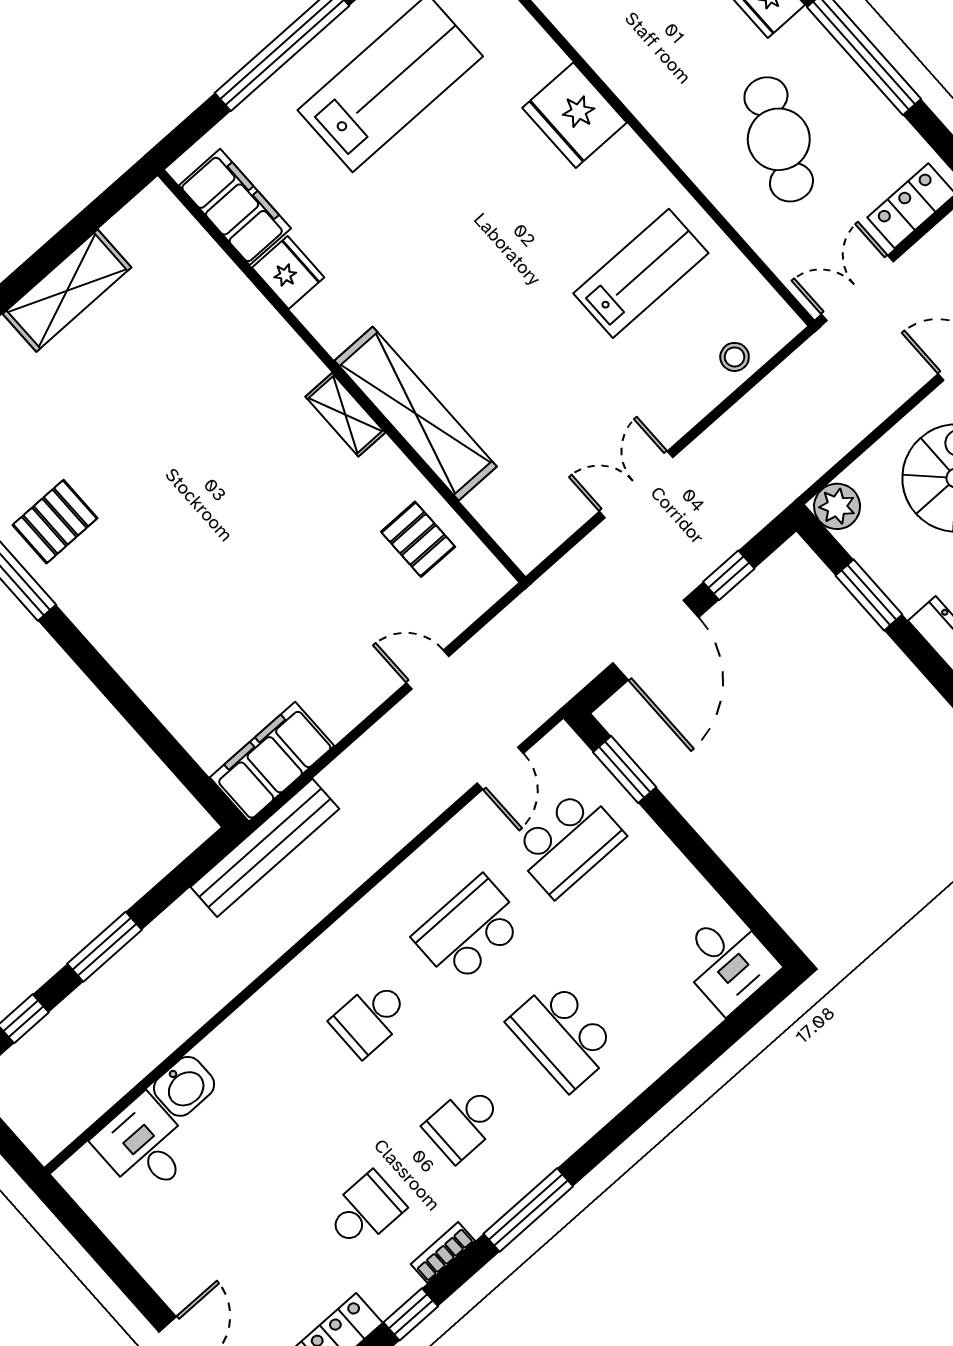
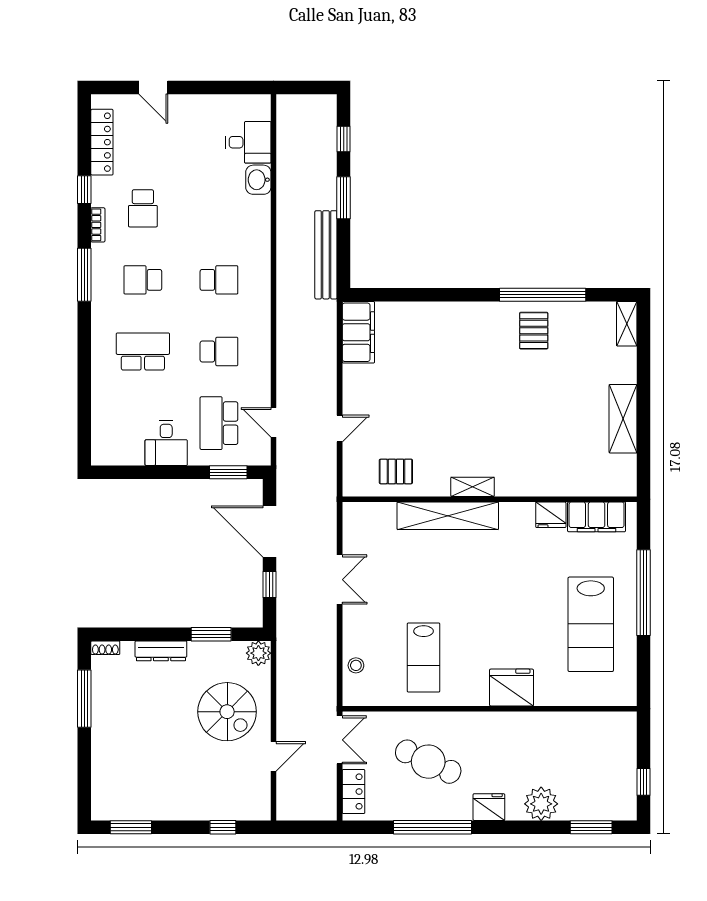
bench: (265, 848) -> (326, 255), moved
school desk: (469, 930) -> (219, 352), width x0.54
desk: (727, 962) -> (166, 443), moved, turned -90
school desk: (370, 1018) -> (219, 280), turned 90
school desk: (464, 1123) -> (143, 280), turned -90

